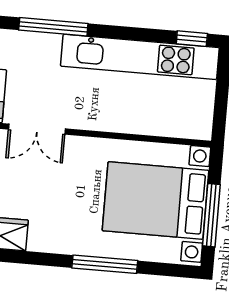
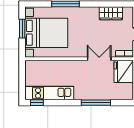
kitchen unit: (140, 57) -> (49, 93), width x0.73
window: (211, 215) -> (22, 29), width x0.69

